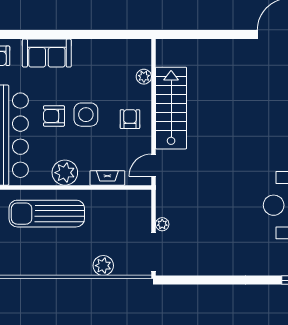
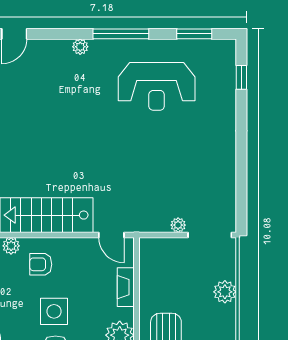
armchair: (130, 119) -> (41, 264), moved

